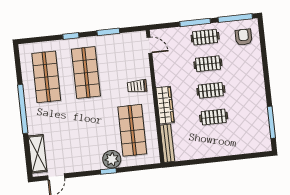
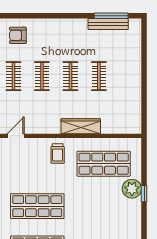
bench: (167, 143) -> (108, 24), moved

